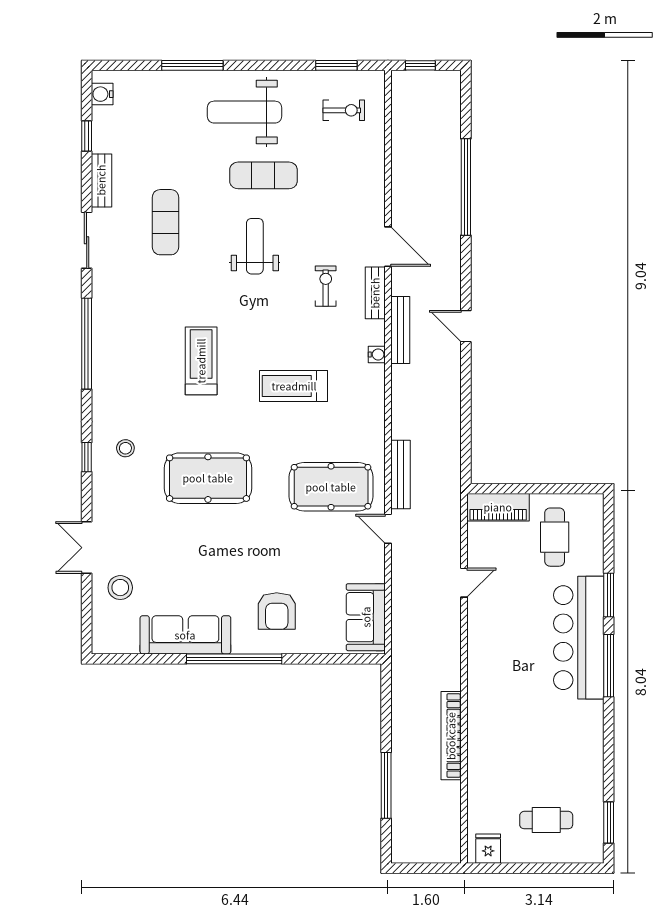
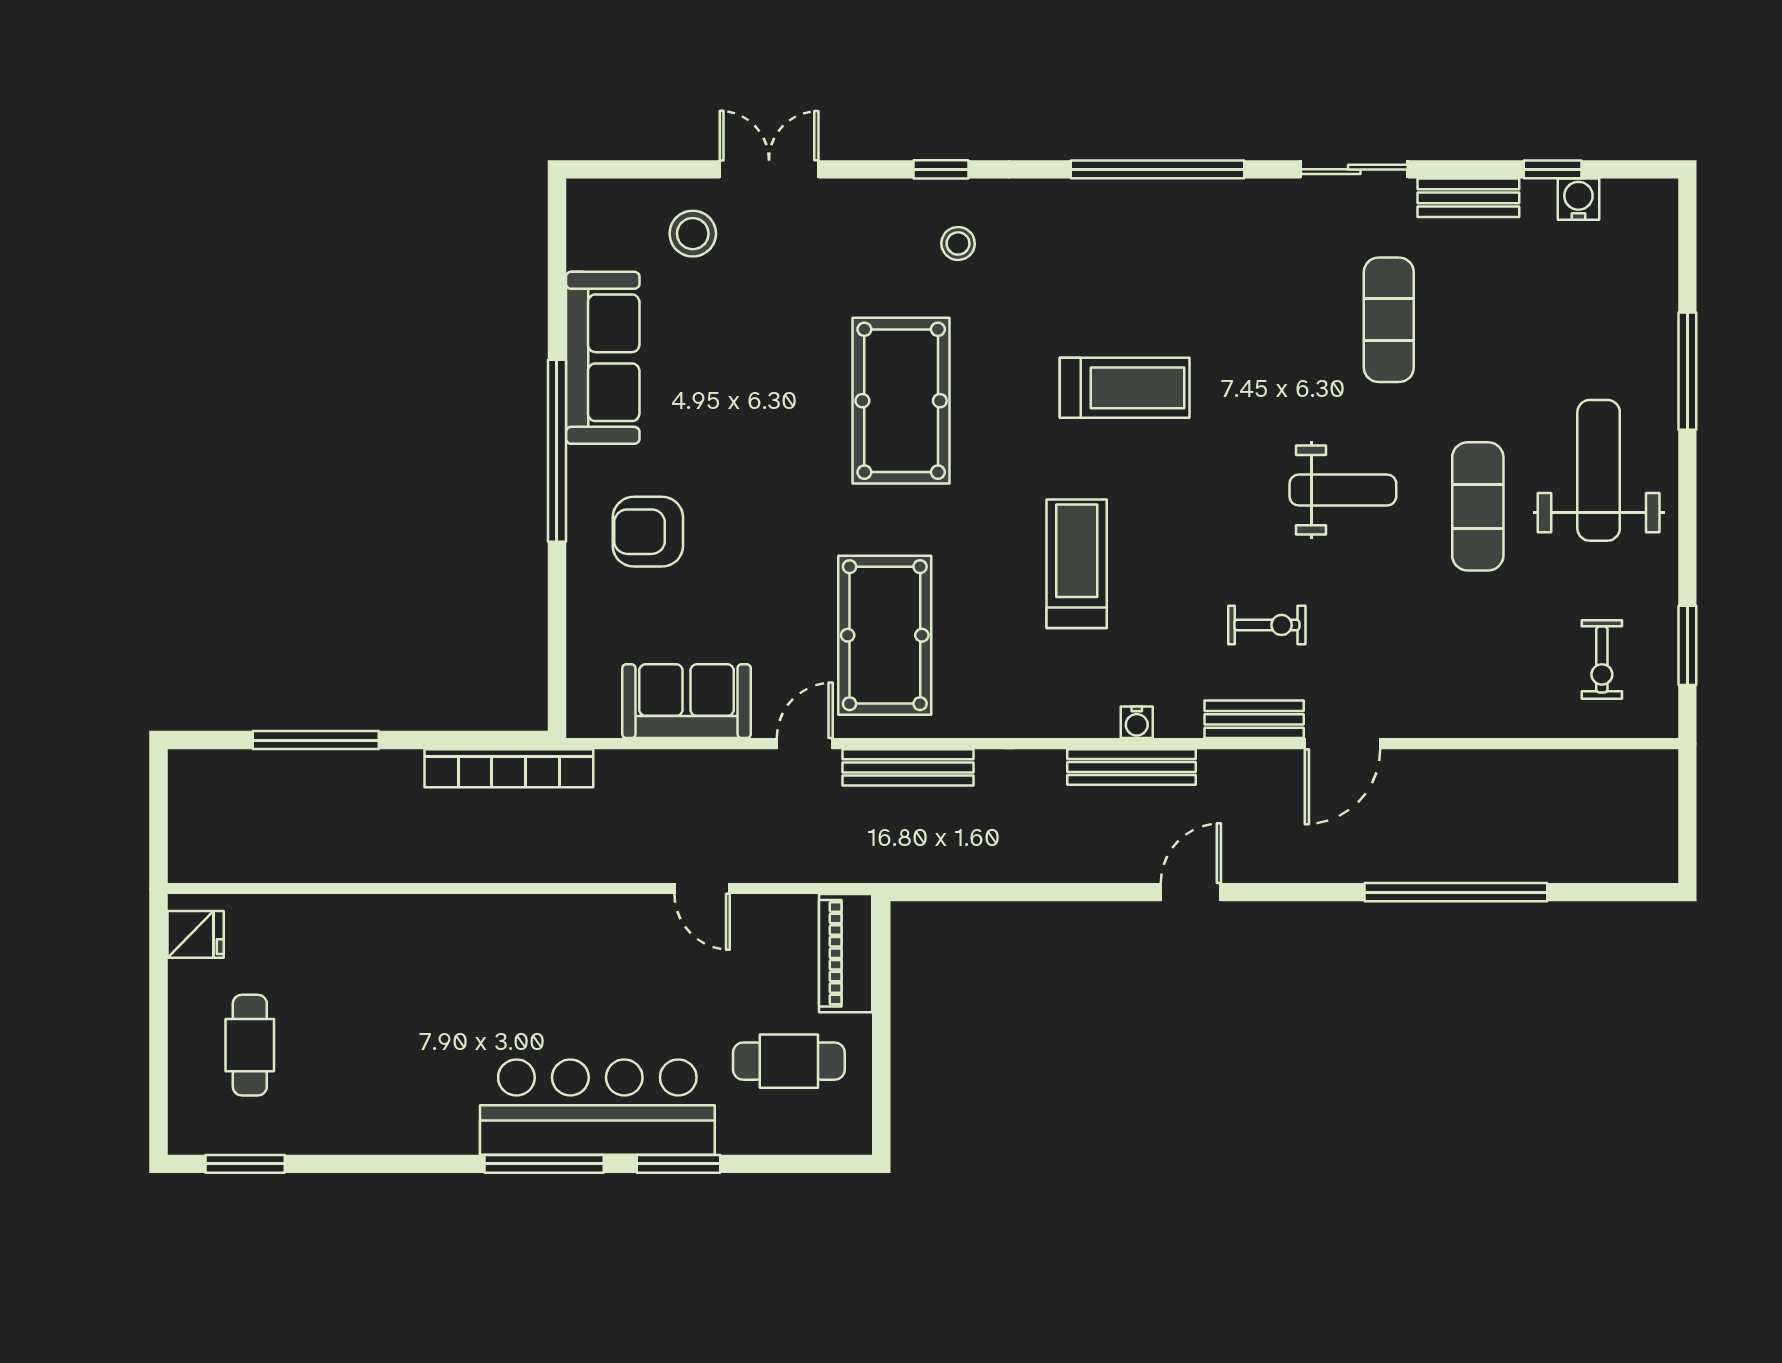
window: (420, 65) -> (1687, 806), removed
water cooler: (102, 94) -> (1578, 199), moved
exercise mat: (165, 222) -> (1389, 320), turned 90
bench: (400, 330) -> (1131, 767), moved
sofa: (366, 617) -> (687, 701), moved
bookcase: (451, 736) -> (509, 768), moved, turned 180

